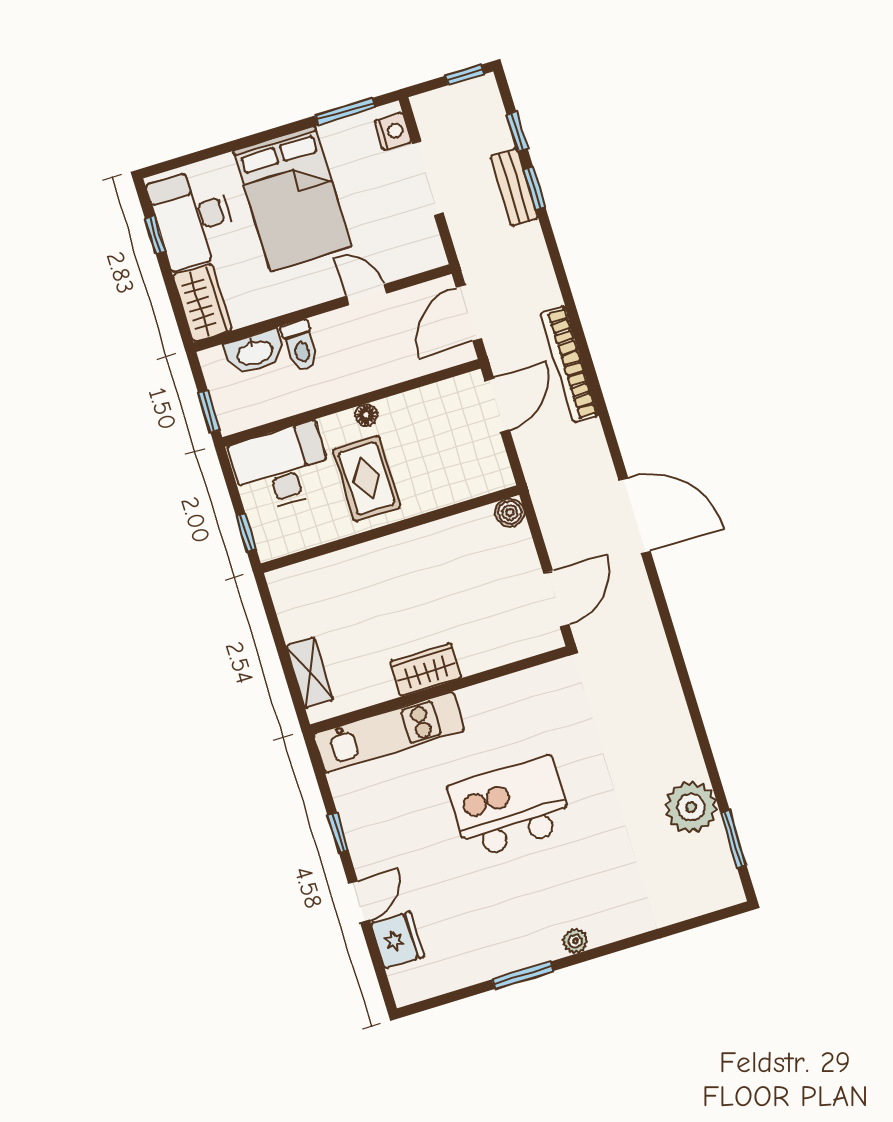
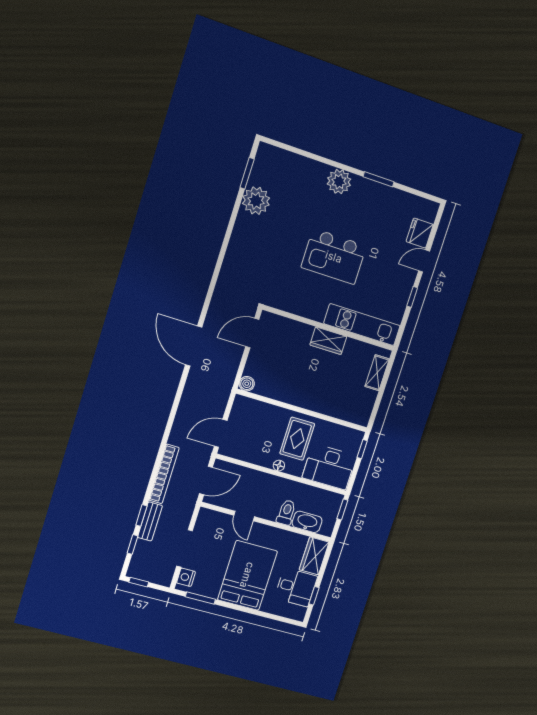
desk: (193, 218) -> (296, 587), width x0.73
bookcase: (569, 364) -> (164, 474), moved
plant: (575, 941) -> (339, 182), width x1.88, depth x1.88

